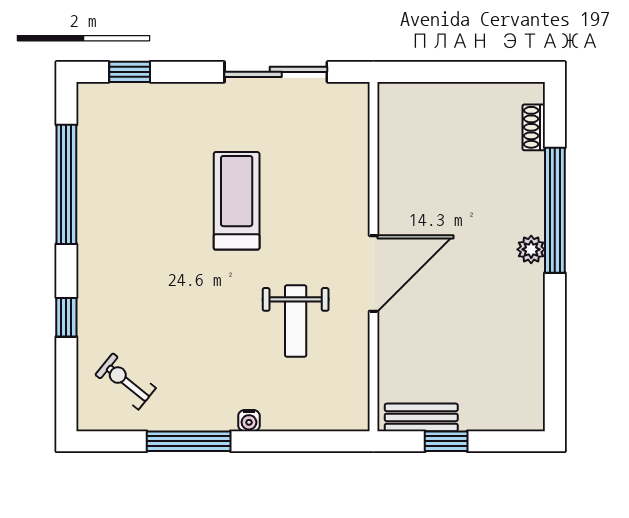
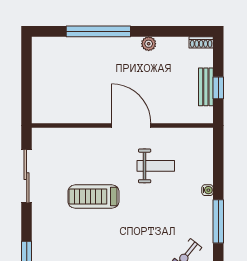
shoe rack: (534, 127) -> (201, 42), moved
plant: (531, 249) -> (149, 44), moved
bench: (421, 417) -> (206, 87), moved

